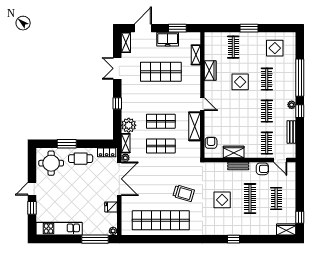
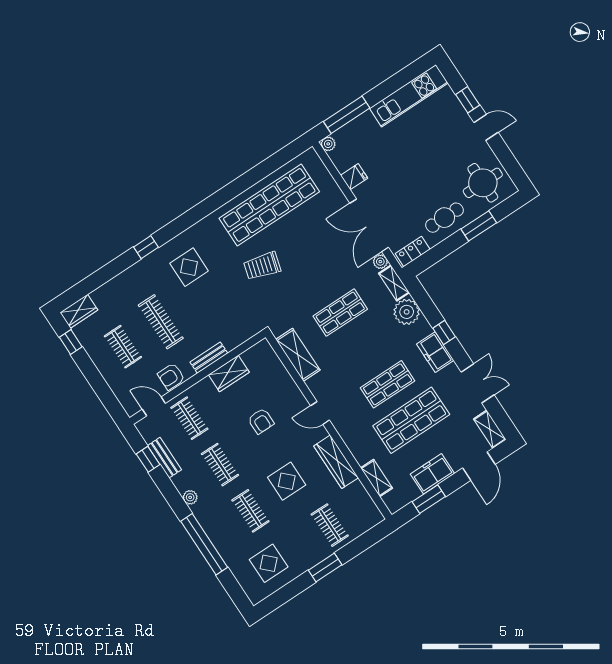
wardrobe: (210, 71) -> (336, 462), width x1.50
freezer: (128, 97) -> (435, 352), added
window: (300, 111) -> (148, 459), moved
shop shelf: (161, 121) -> (388, 384), moved
shelving: (195, 126) -> (298, 355), moved
armchair: (211, 143) -> (261, 421), moved
door: (32, 189) -> (486, 127), hinge flipped
display table: (222, 200) -> (189, 267), moved

